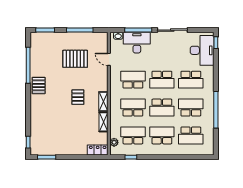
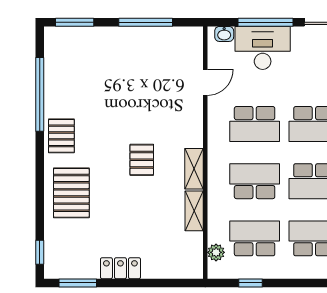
pallet: (75, 59) -> (71, 193), moved, turned 90
door: (109, 59) -> (205, 82), swing flipped
school desk: (133, 80) -> (255, 124), turned 180
locker: (98, 150) -> (120, 268), moved

